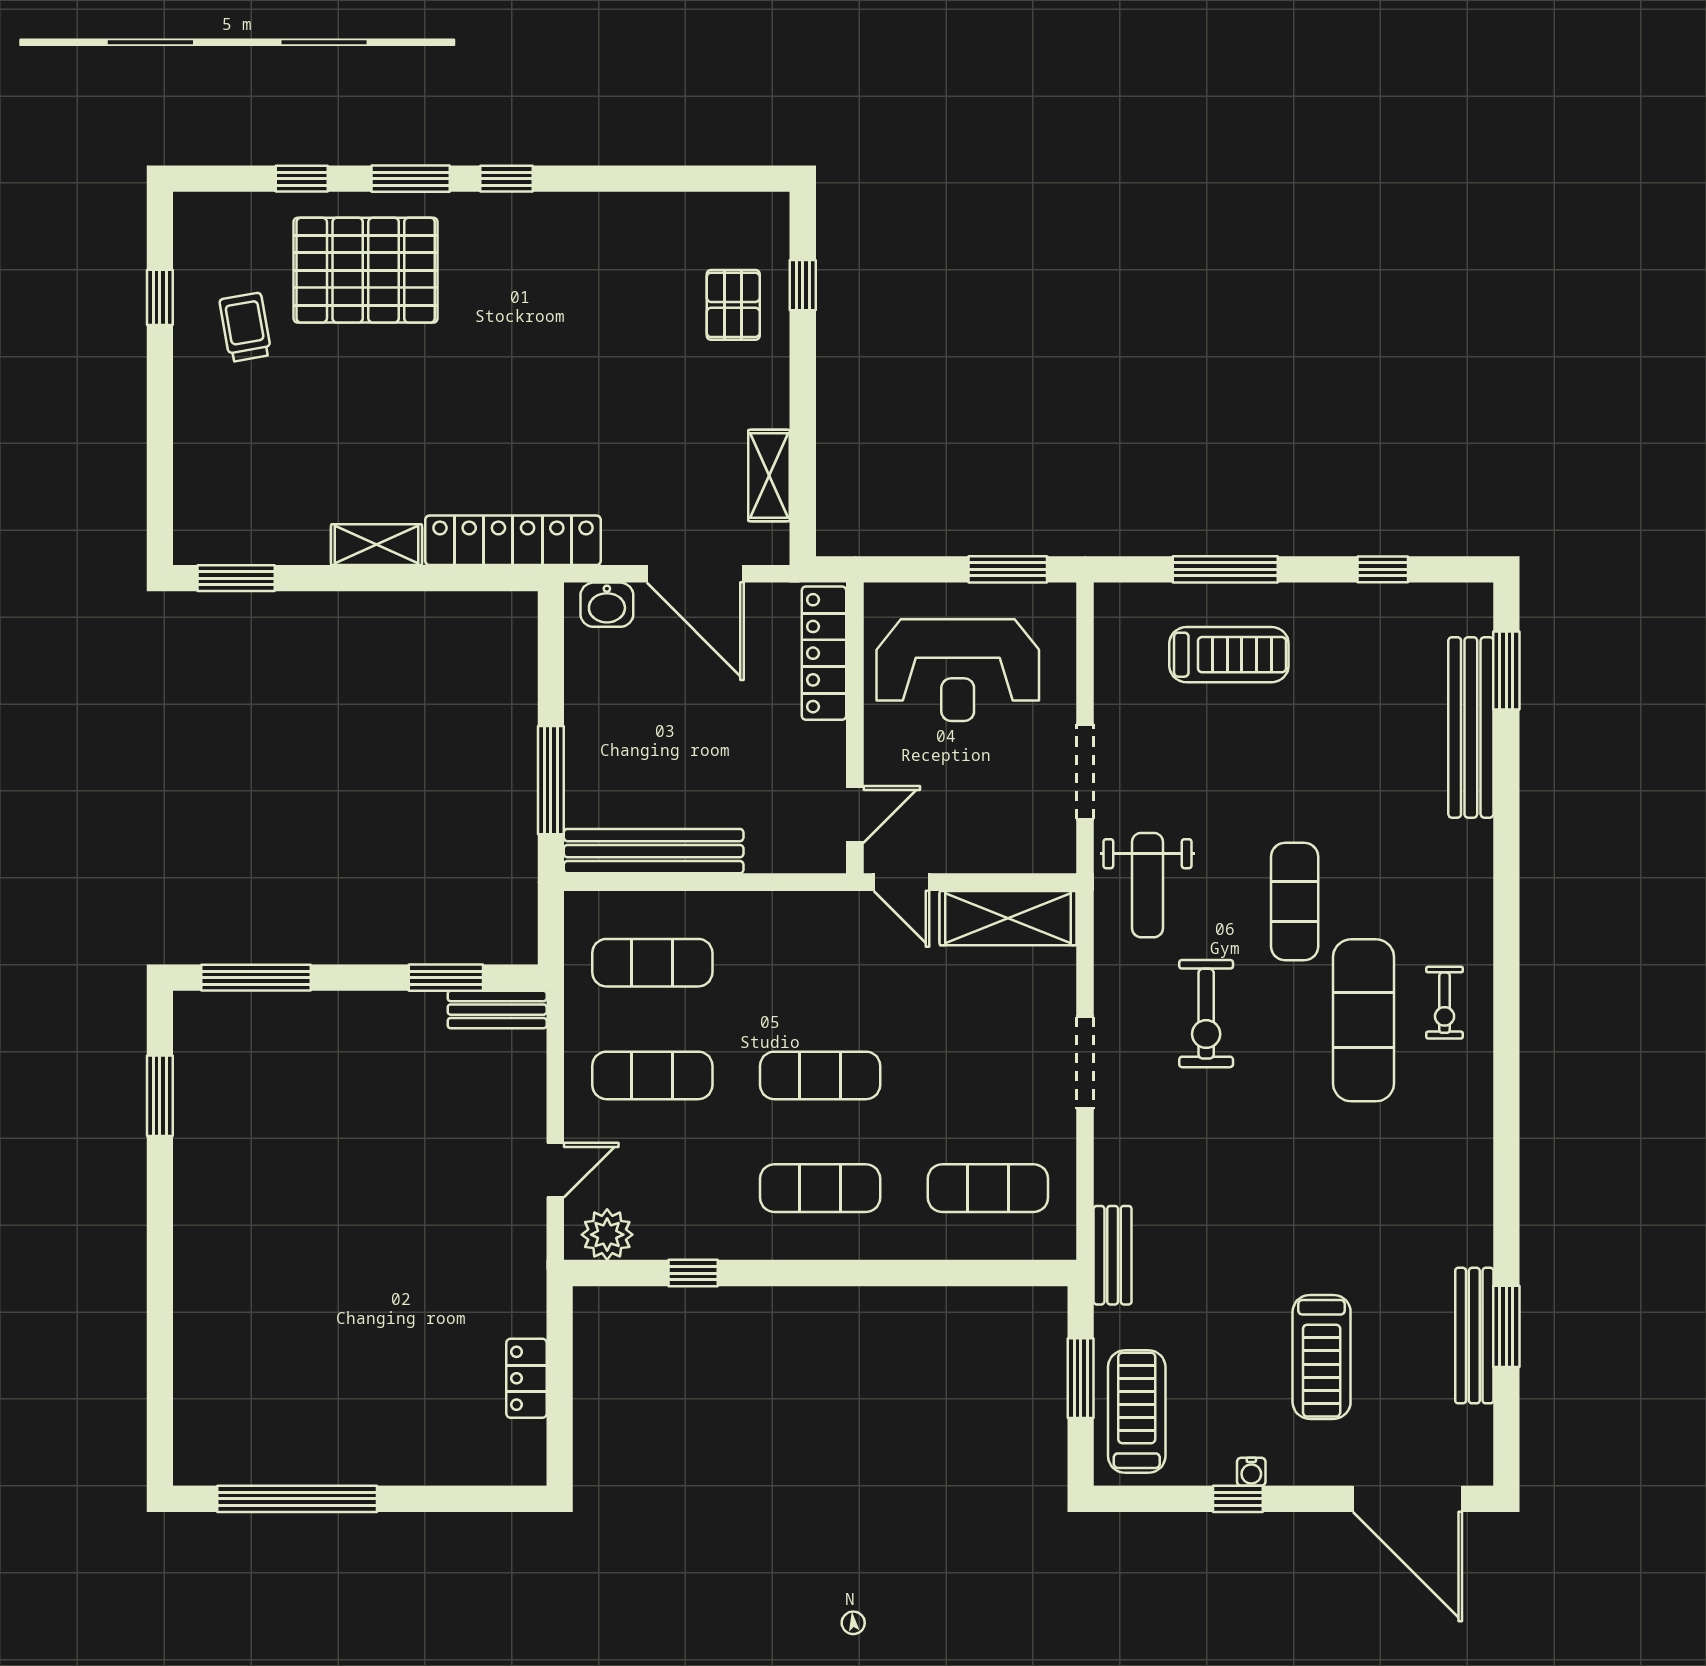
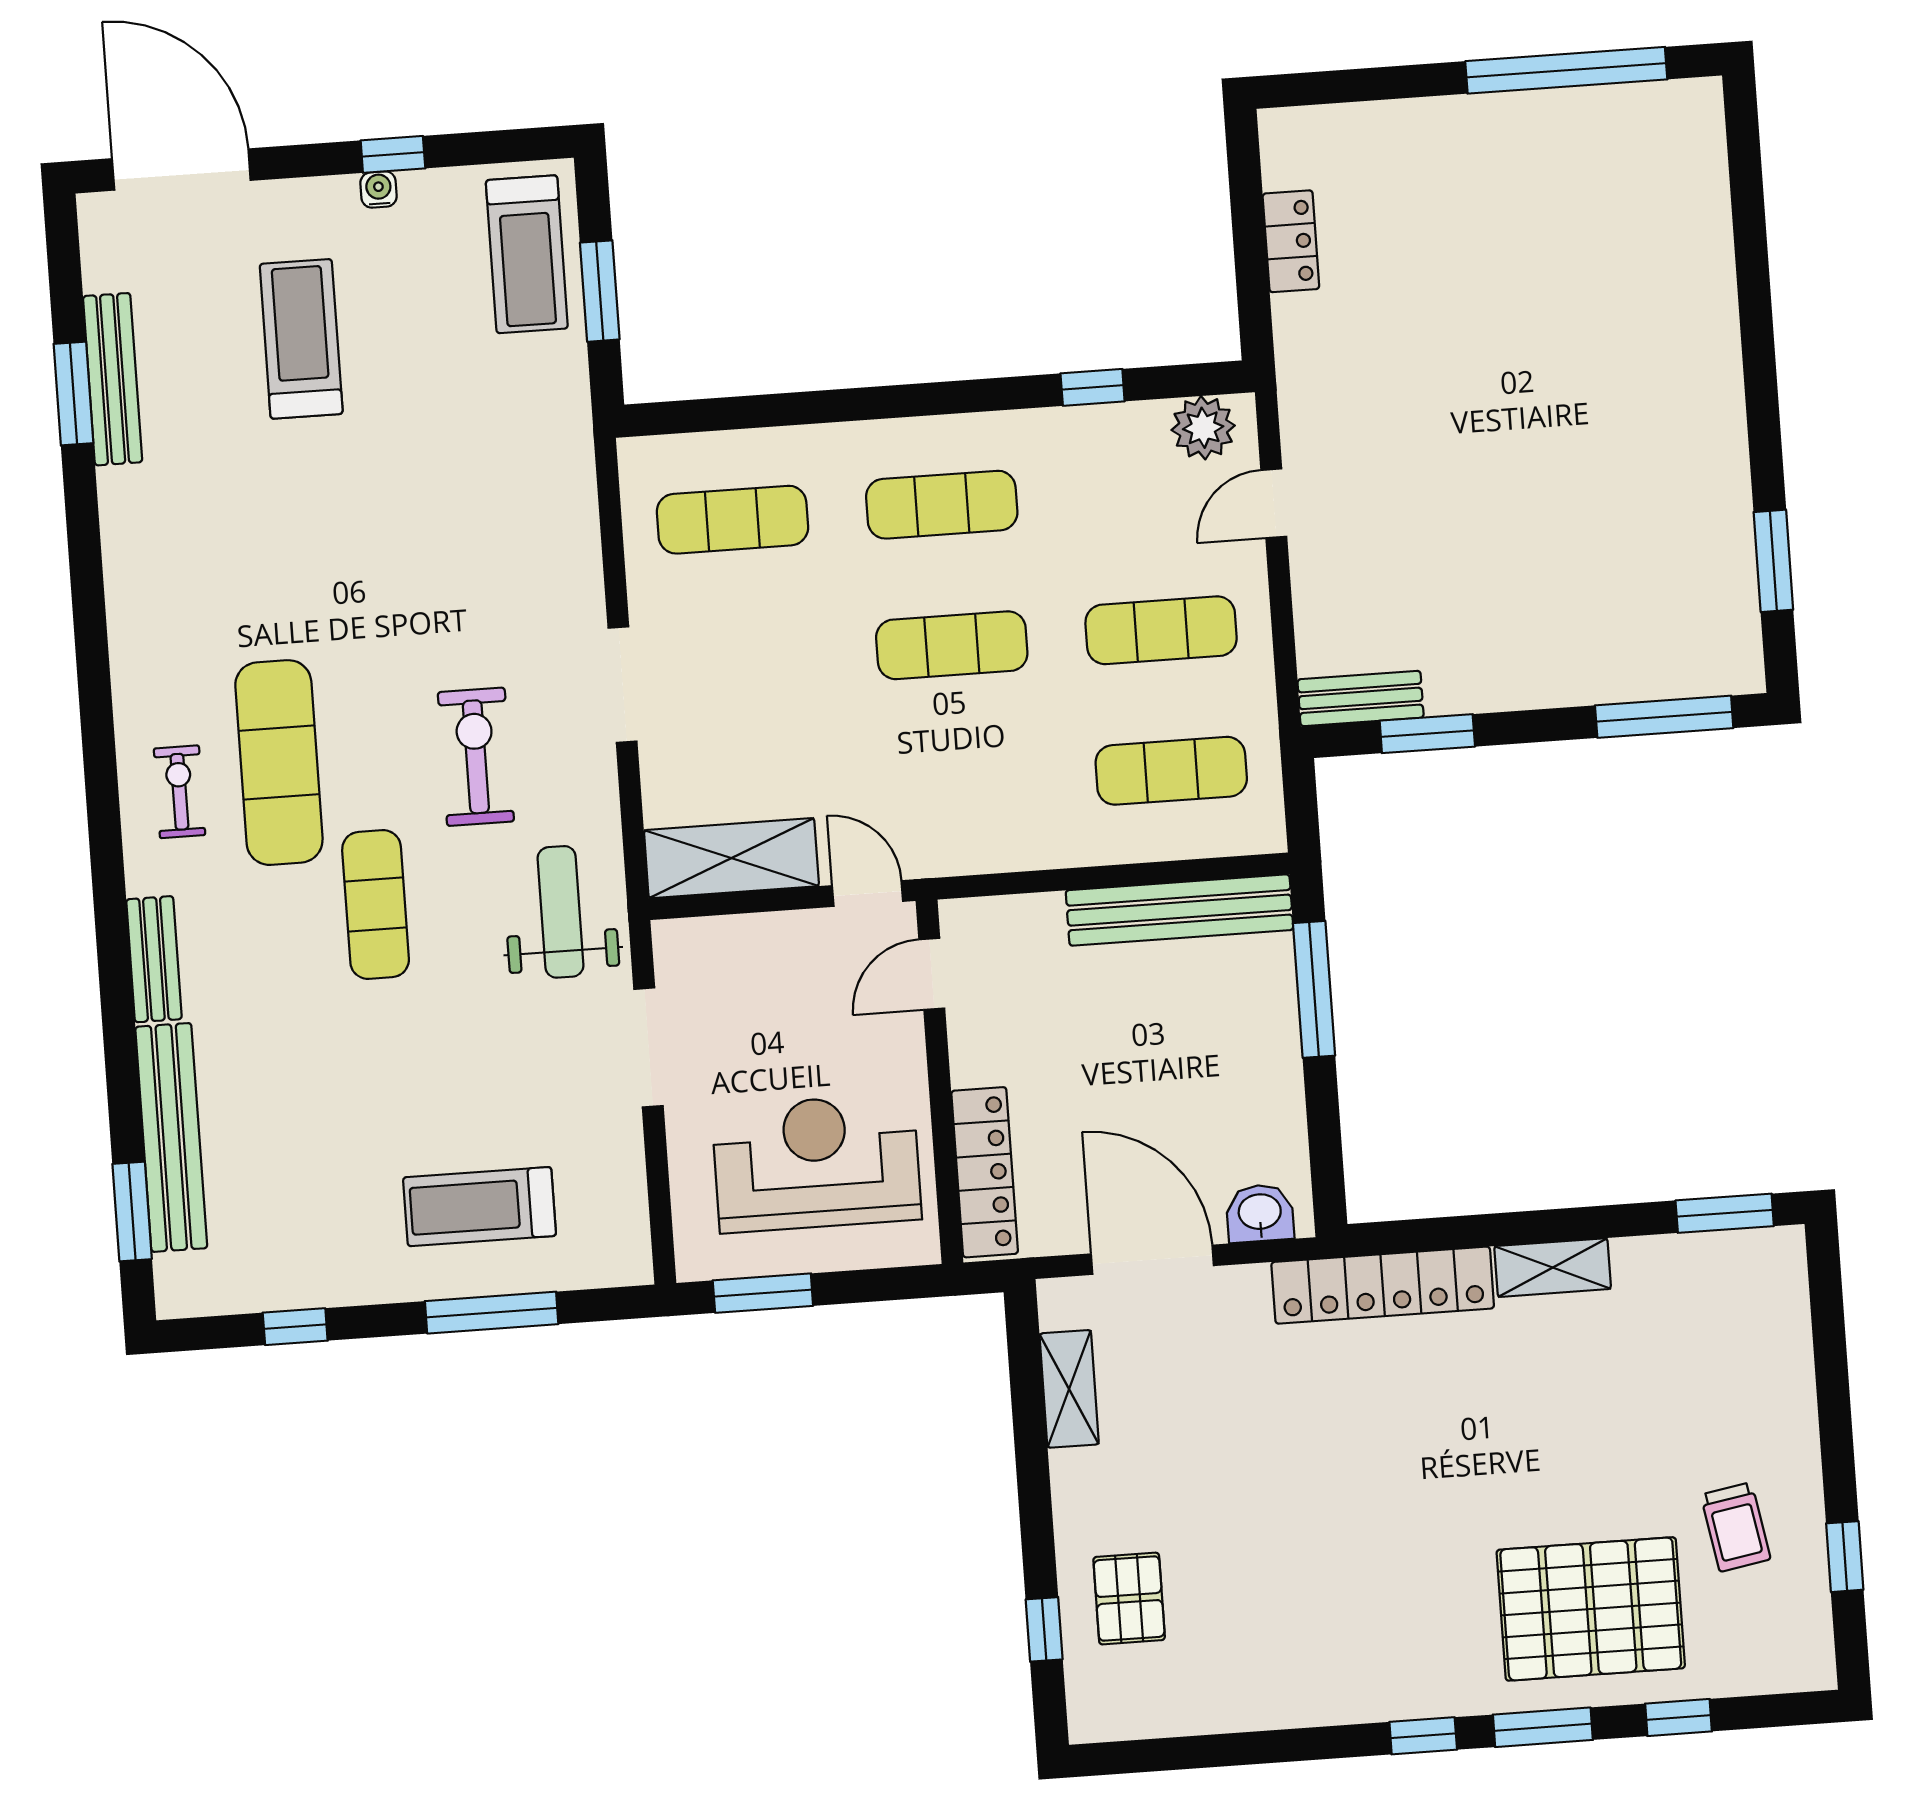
bench: (1113, 1255) -> (154, 959), moved

